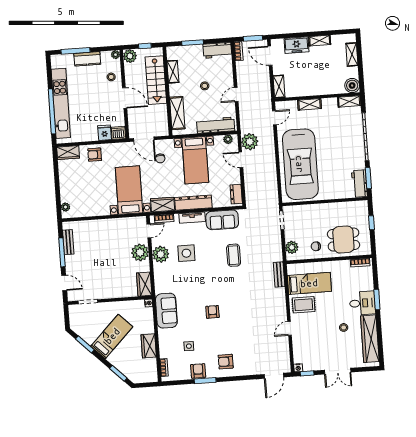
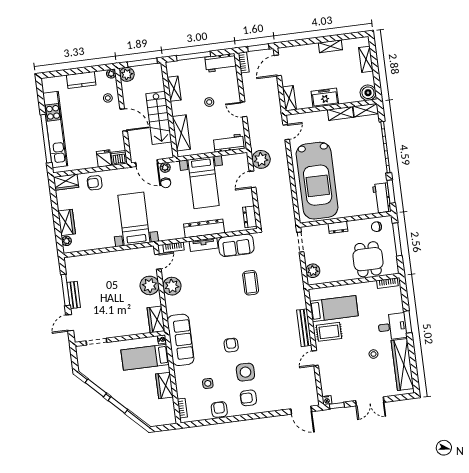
window: (193, 43) -> (194, 56), width x1.44
freezer: (296, 45) -> (325, 98), moved, turned 180
window: (145, 46) -> (142, 63), width x2.17
window: (76, 51) -> (68, 72), removed
door: (270, 56) -> (278, 66), hinge flipped
stairs: (156, 80) -> (159, 118), moved
door: (236, 94) -> (244, 109), hinge flipped
shelving: (309, 104) -> (341, 113), moved
workbench: (216, 125) -> (229, 143), width x0.73
plant: (228, 139) -> (165, 167), moved
door: (241, 160) -> (253, 179), hinge flipped
wardrobe: (163, 205) -> (67, 222), moved, turned 90
dresser: (317, 209) -> (338, 227), added
window: (371, 223) -> (397, 239), width x2.17
dining table: (343, 240) -> (368, 259), turned 90
bench: (68, 242) -> (74, 295), moved
chair: (316, 246) -> (376, 227), moved
side table: (186, 253) -> (245, 372), moved
bench: (279, 275) -> (304, 328), moved, width x1.36
door: (64, 283) -> (70, 323), swing flipped
sofa: (166, 311) -> (181, 340), width x1.36
bed: (112, 336) -> (145, 357), moved, turned -135
window: (118, 373) -> (118, 405), moved
door: (274, 376) -> (301, 410), hinge flipped
window: (205, 381) -> (227, 420), removed

